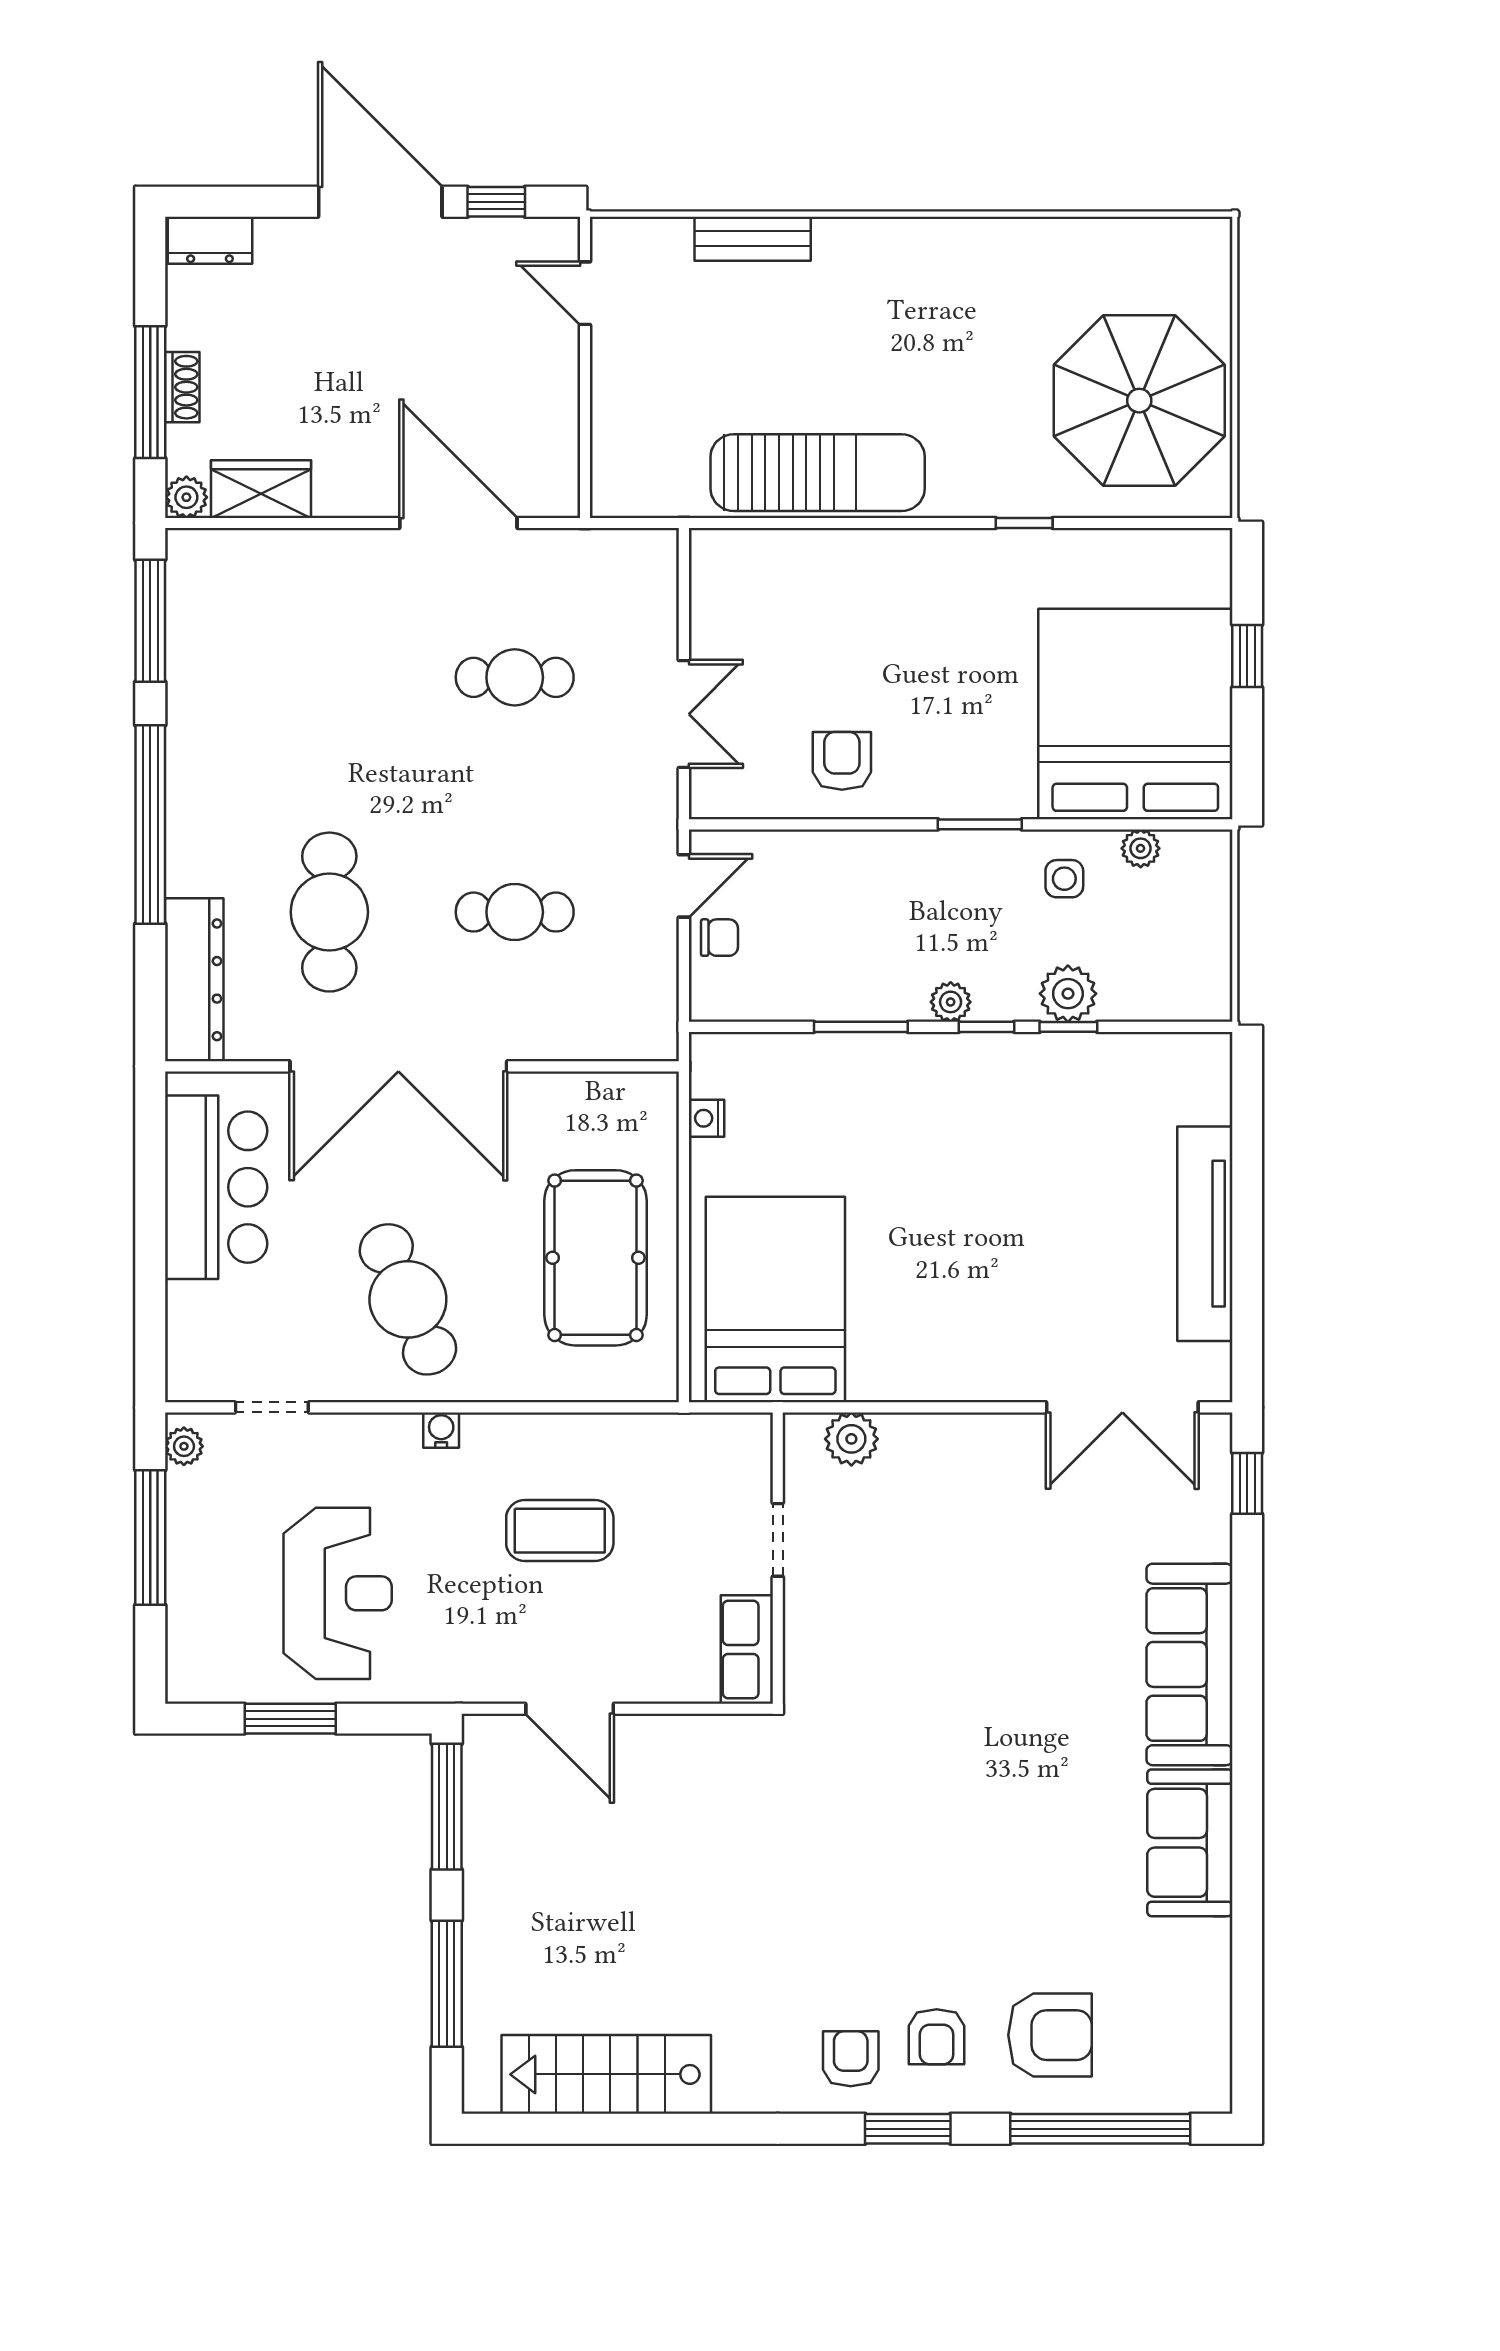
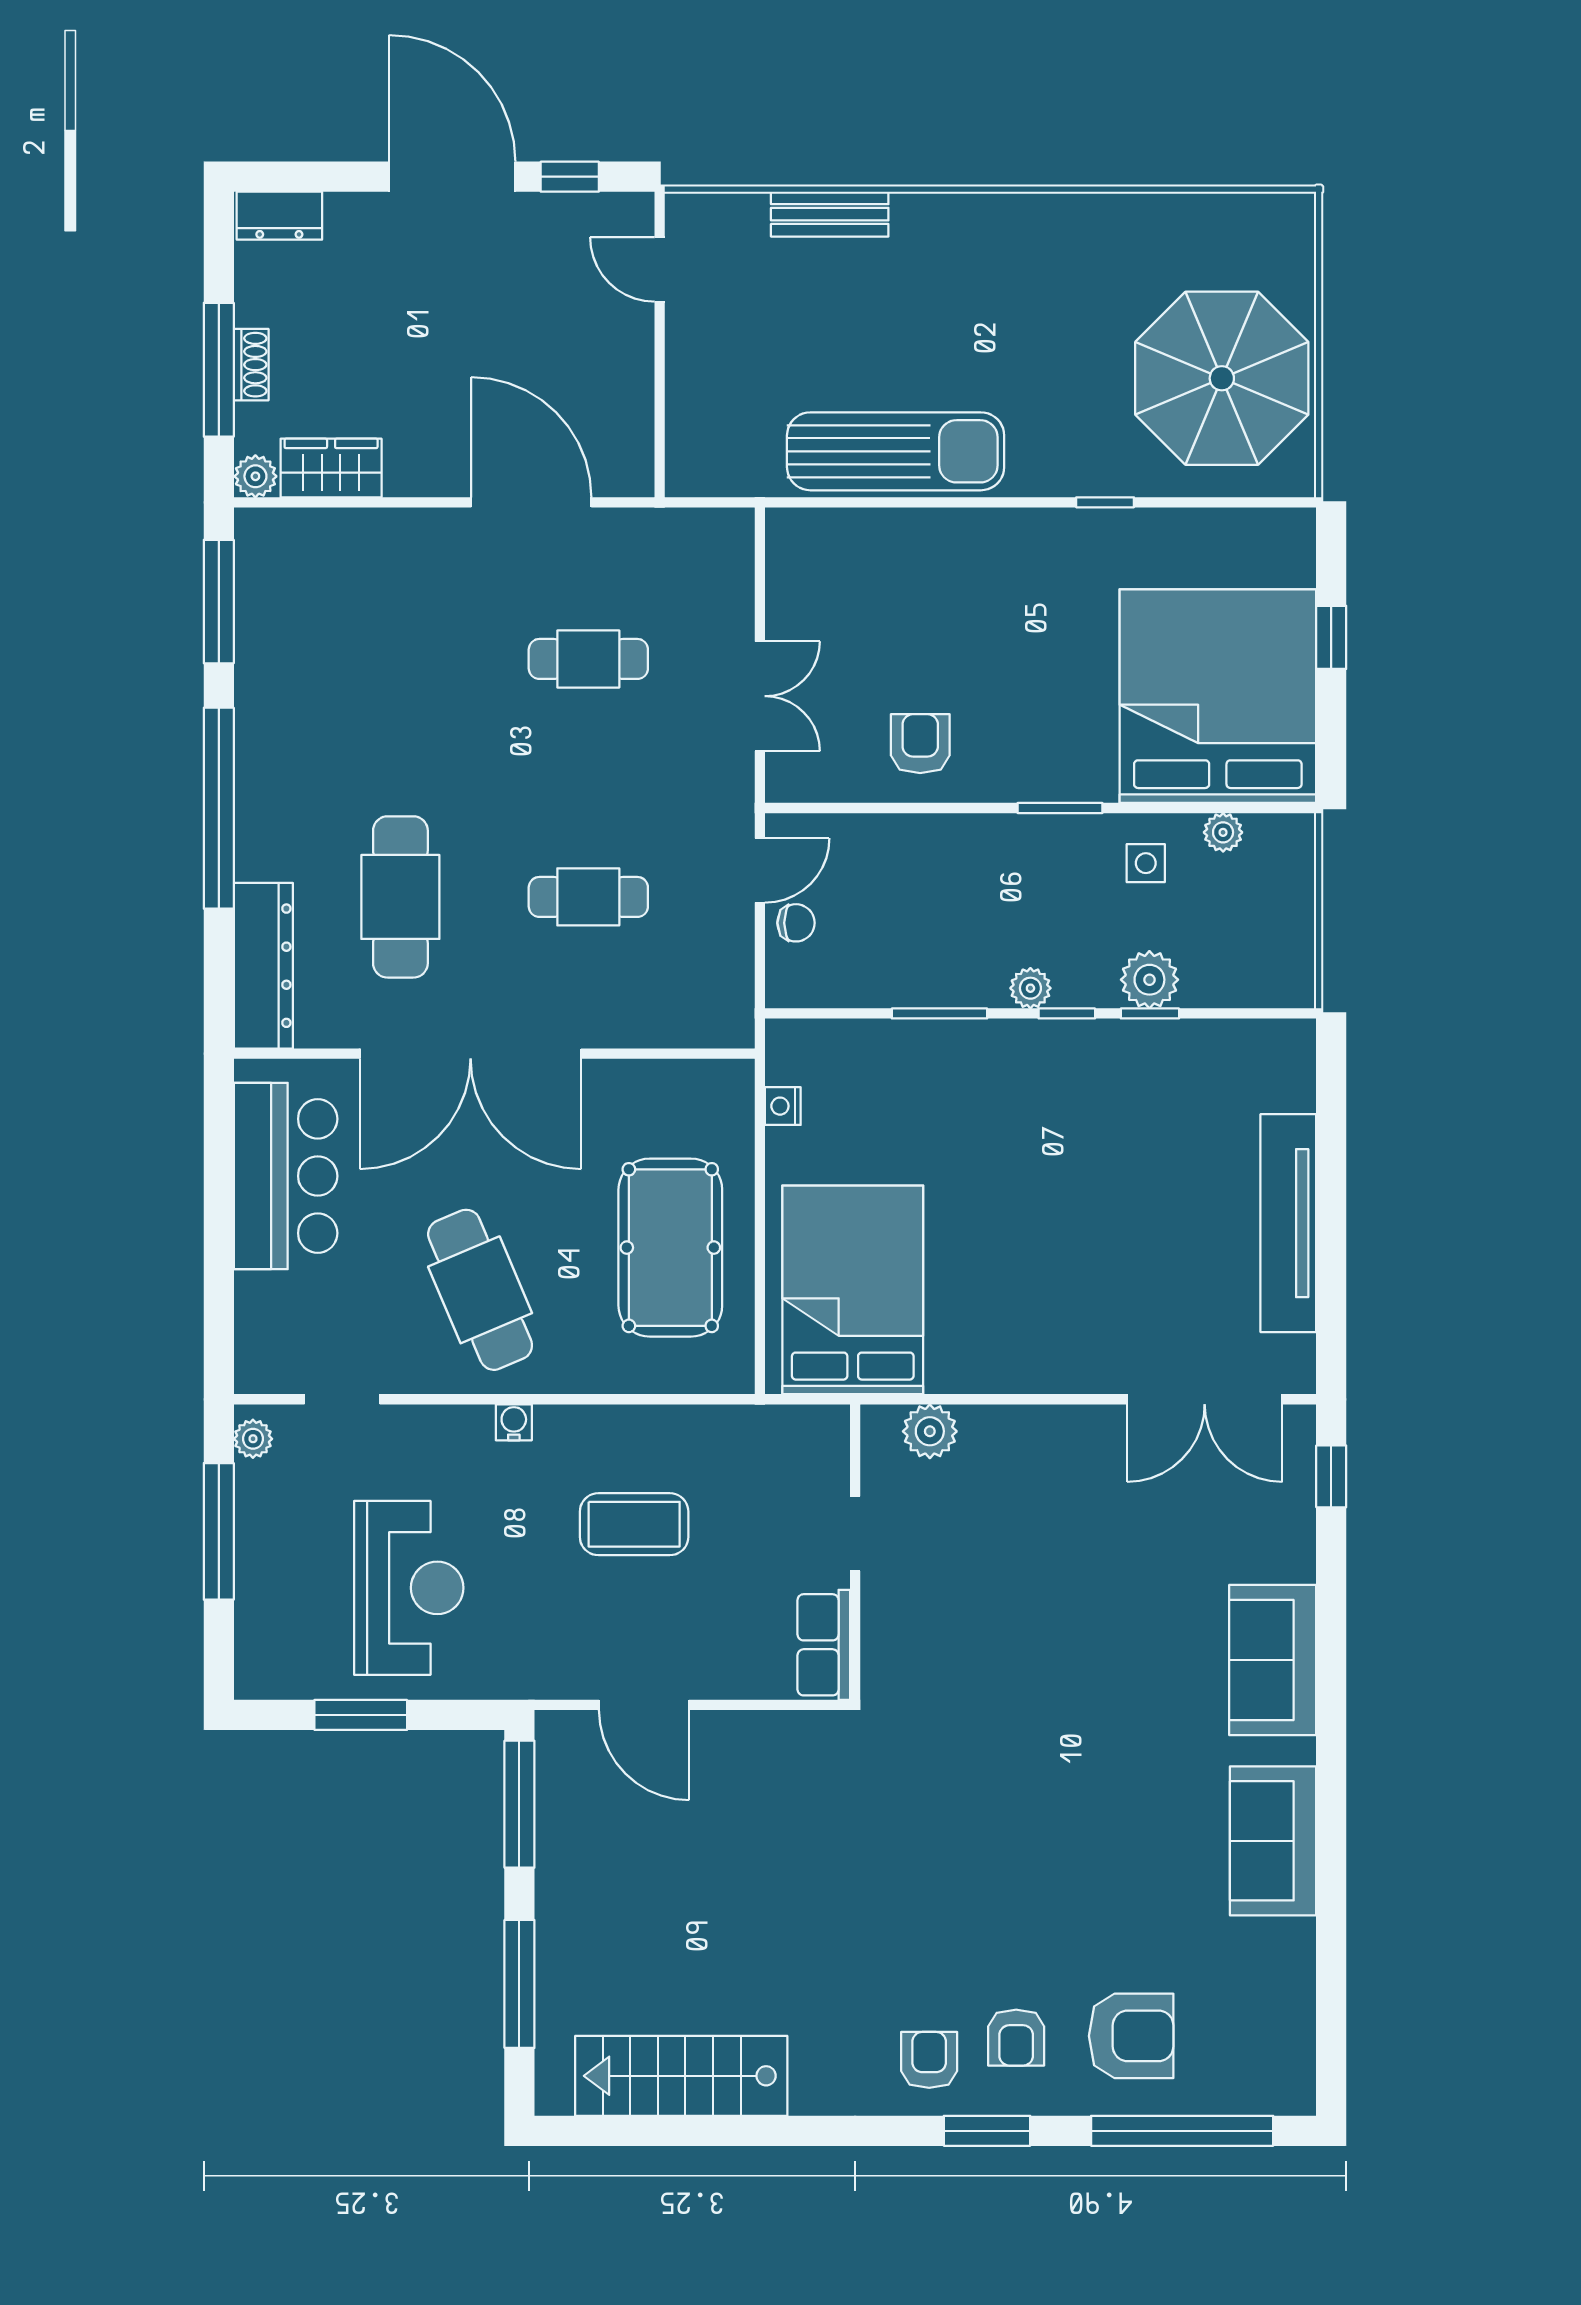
sofa: (1189, 1664) -> (1273, 1660), width x0.73

